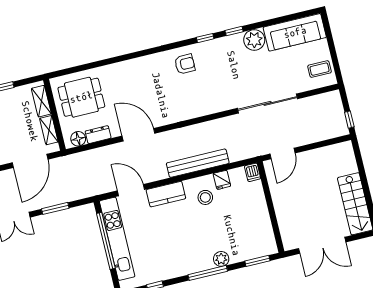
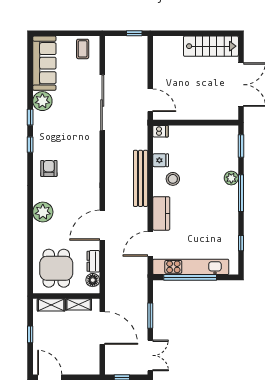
plant: (137, 69) -> (43, 212), added

